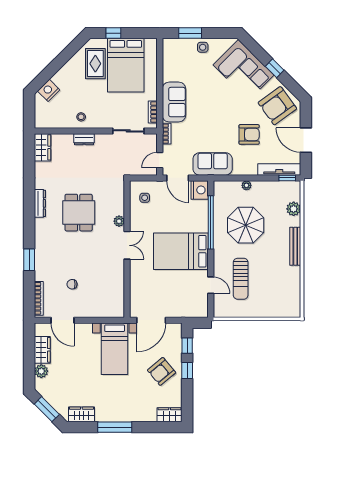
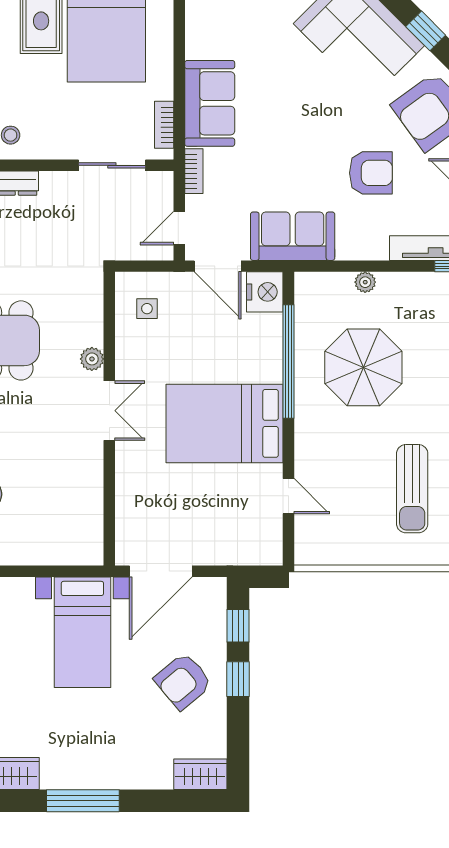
sun lounger: (241, 279) -> (412, 489), moved

